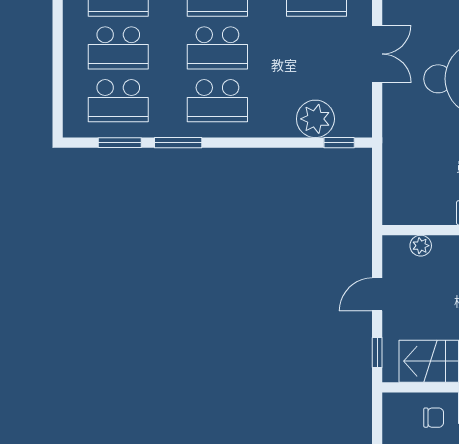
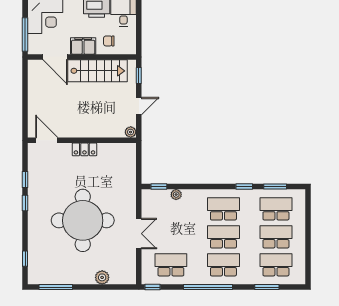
double door: (377, 54) -> (139, 234), swing flipped
plant: (315, 119) -> (176, 195), width x0.53, depth x0.53
window: (178, 143) -> (244, 187), width x0.67
plant: (421, 246) -> (131, 132), moved

